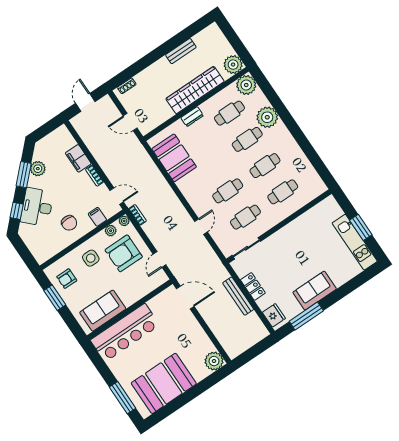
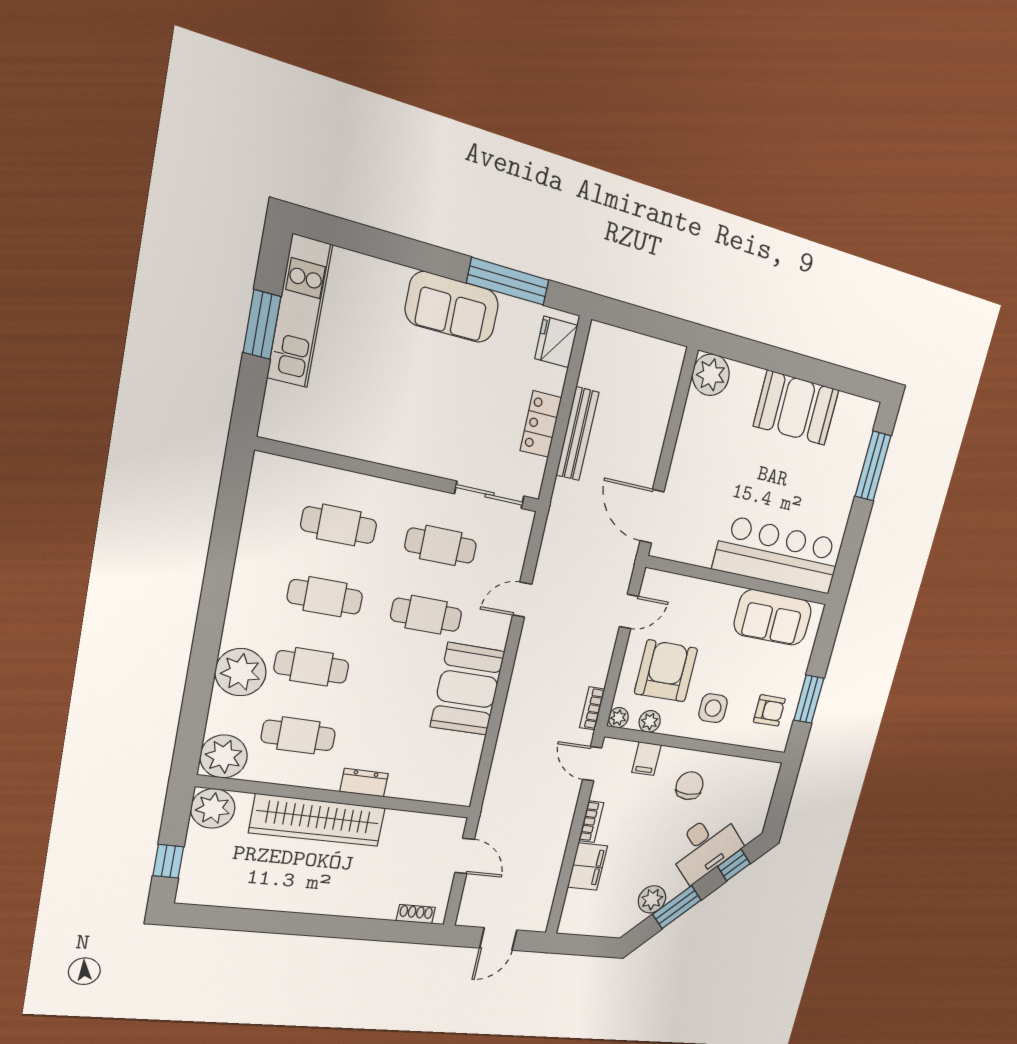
window: (230, 34) -> (168, 861), added
bench: (181, 51) -> (279, 900), removed
booth: (174, 158) -> (467, 689), moved
armchair: (124, 253) -> (666, 671), turned -90
booth: (164, 383) -> (796, 408), width x0.73, depth x0.70

